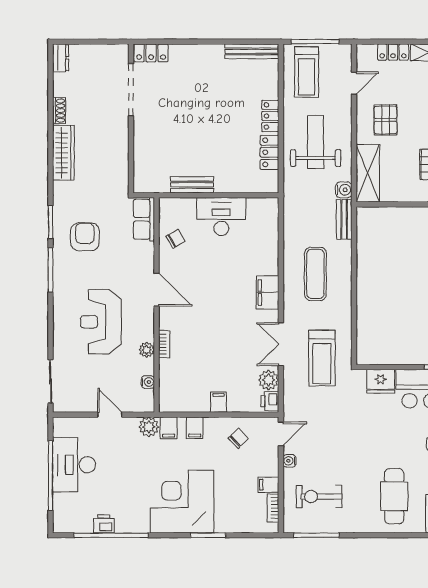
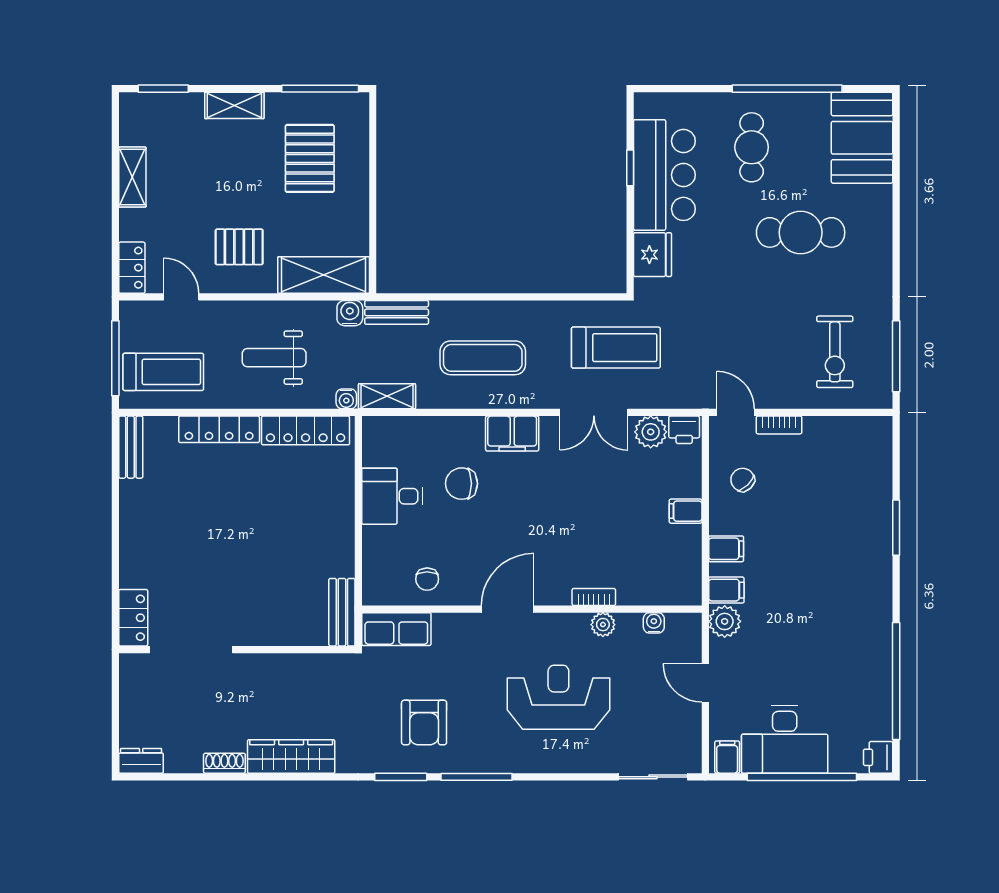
bench: (252, 51) -> (131, 447), width x0.73
locker: (393, 52) -> (132, 268), moved
locker: (270, 116) -> (219, 429), width x1.53
weight bench: (316, 142) -> (274, 358), width x0.73, depth x0.75
locker: (269, 152) -> (306, 430), width x1.53
bench: (192, 185) -> (342, 612), moved
shelving: (291, 213) -> (387, 396), added
desk: (221, 217) -> (392, 496), width x0.73
armchair: (85, 237) -> (424, 723), turned -90
chair: (175, 239) -> (427, 579), turned -150
chair: (236, 260) -> (462, 484), added
reception desk: (101, 322) -> (558, 697), turned 180
door: (110, 415) -> (705, 683), hinge flipped
water cooler: (289, 461) -> (346, 399), moved
filing cabinet: (268, 485) -> (727, 757), moved, turned 180
cafe table: (394, 496) -> (801, 232), moved
corner desk: (182, 501) -> (843, 569), removed
bookcase: (273, 508) -> (779, 425), moved
printer: (104, 524) -> (878, 757), moved

